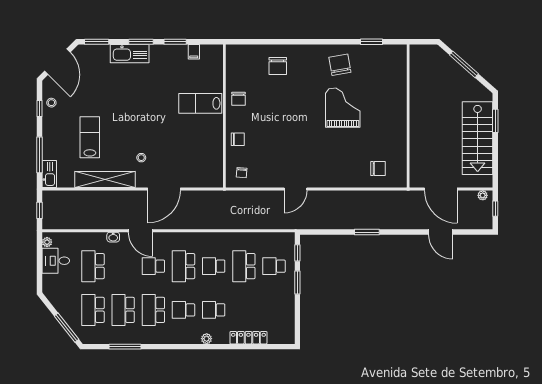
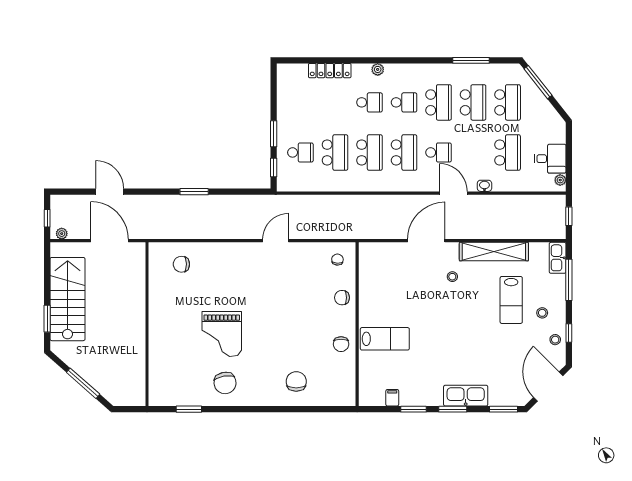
chair: (239, 99) -> (341, 344), turned 180
stool: (63, 126) -> (542, 313), added
school desk: (214, 266) -> (369, 152), width x1.85

